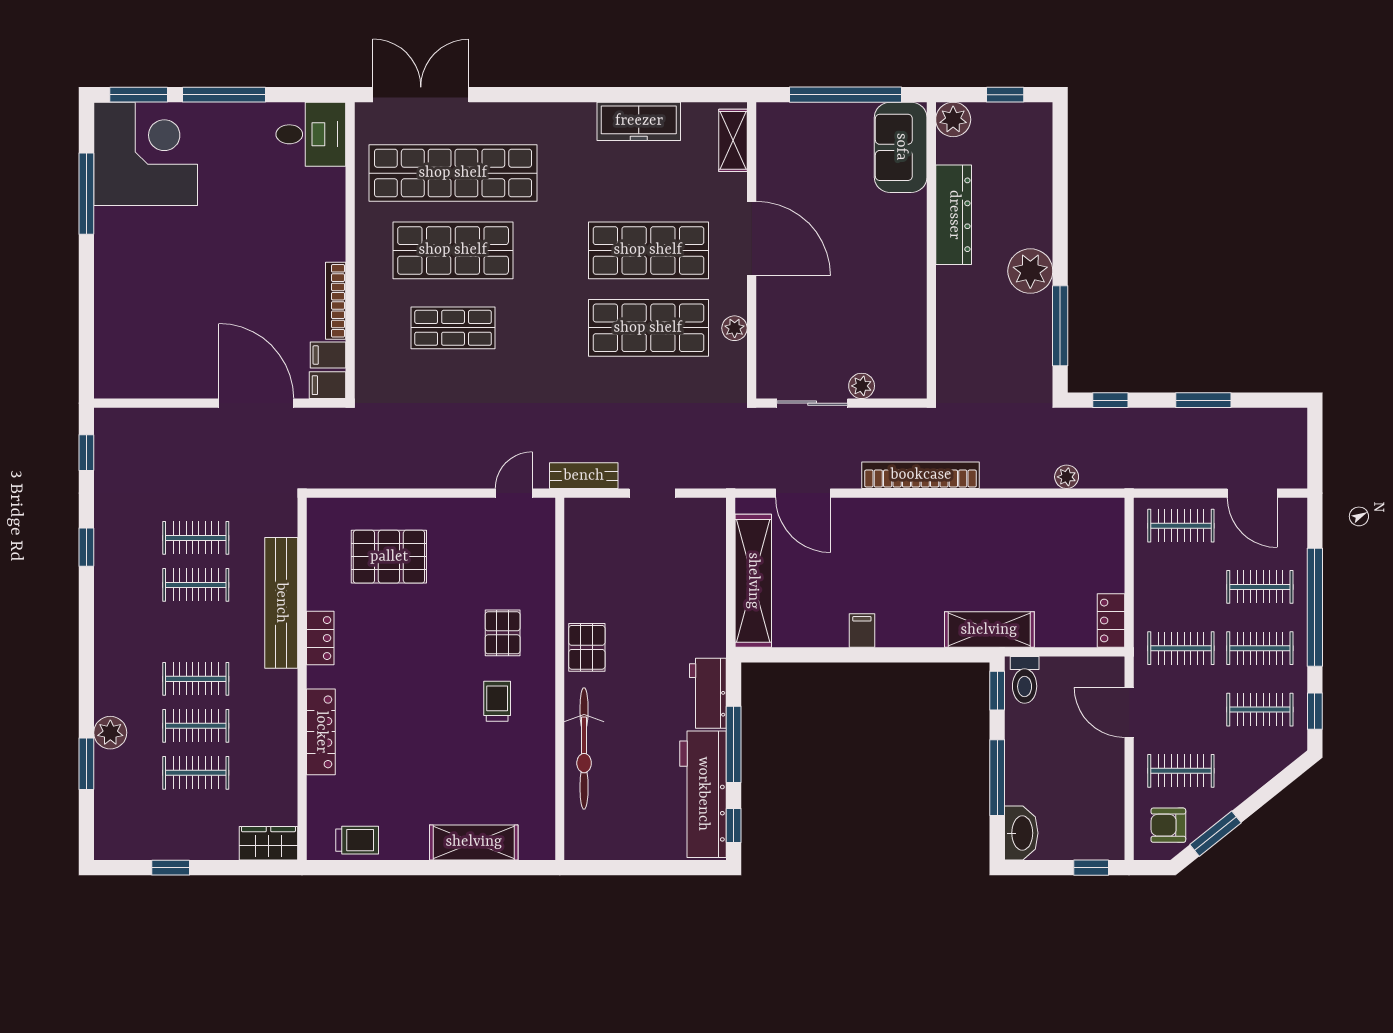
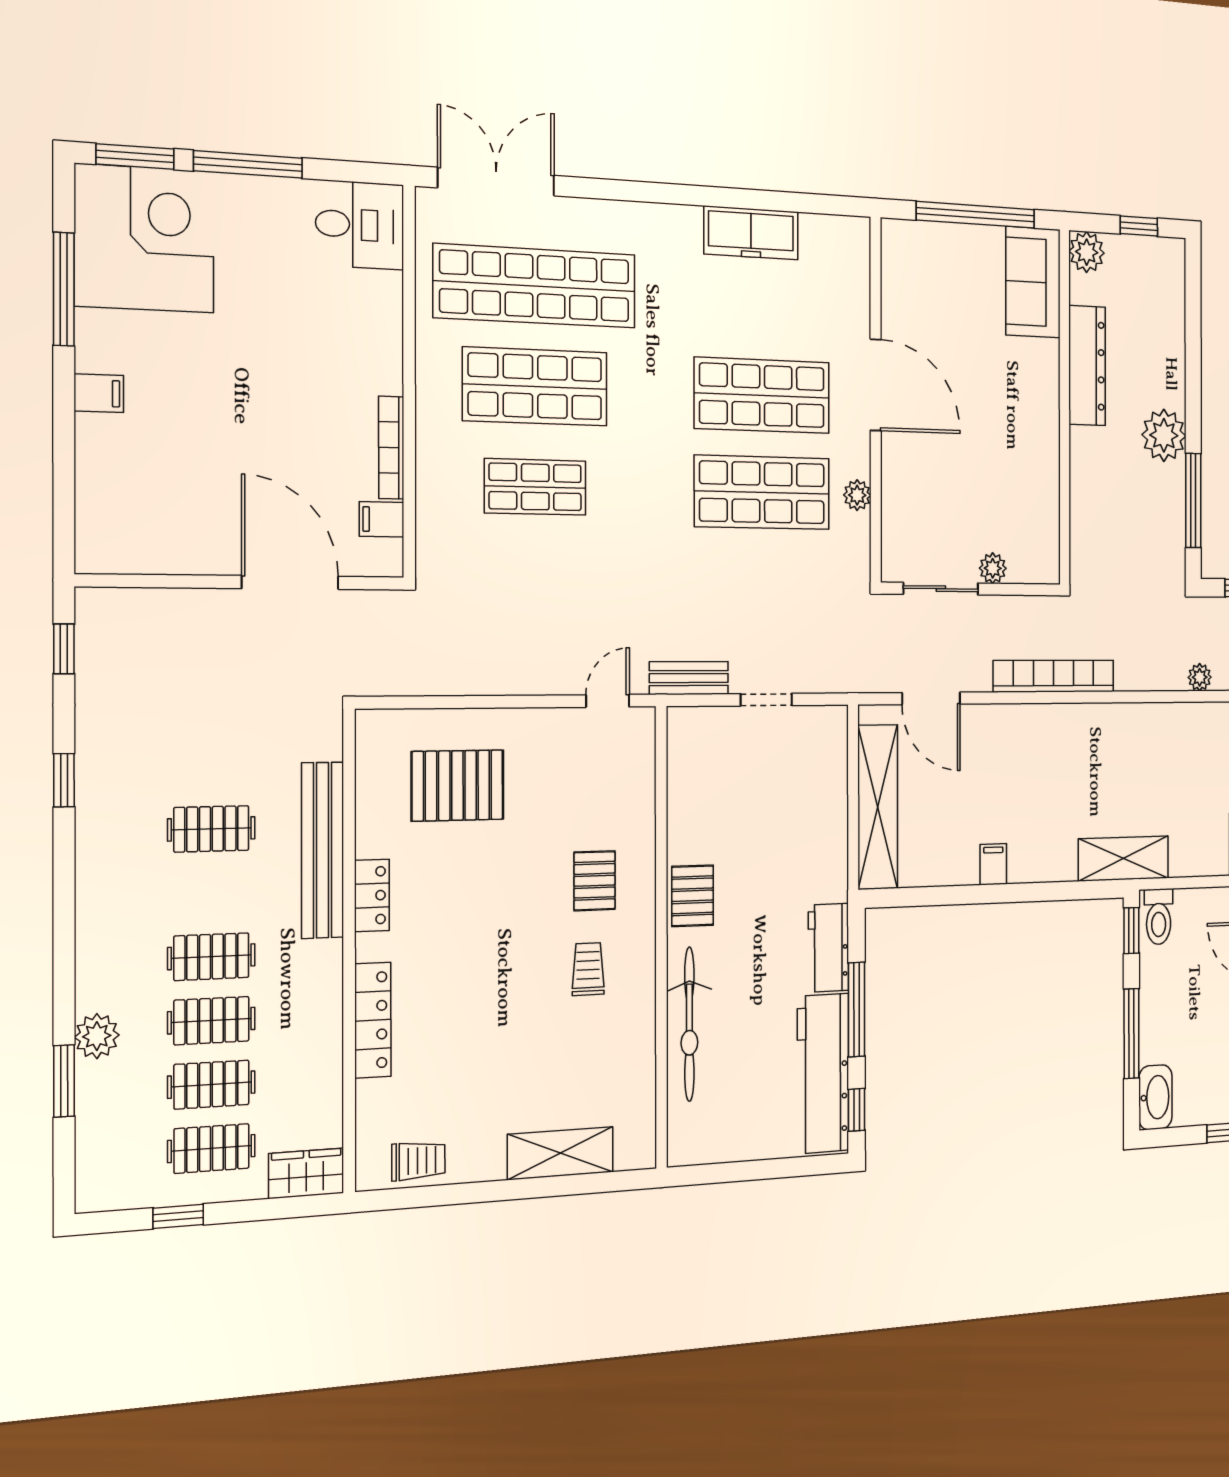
shelving: (733, 140) -> (855, 263), removed
filing cabinet: (327, 385) -> (99, 393), moved, turned 180
clothes rail: (196, 538) -> (211, 1149), moved

